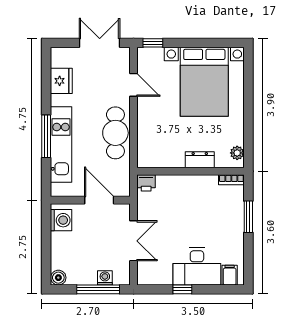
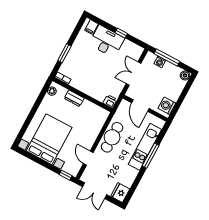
fridge: (61, 81) -> (120, 193), moved

